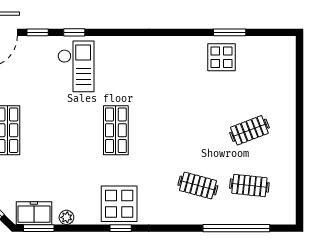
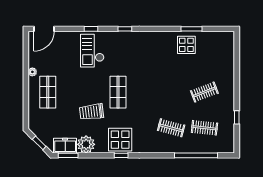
window: (38, 32) -> (125, 29), moved
checkout: (76, 66) -> (92, 51), turned 180
trolley: (75, 161) -> (91, 112), added
window: (299, 169) -> (237, 117), added
plant: (66, 217) -> (86, 144), width x1.88, depth x1.88

